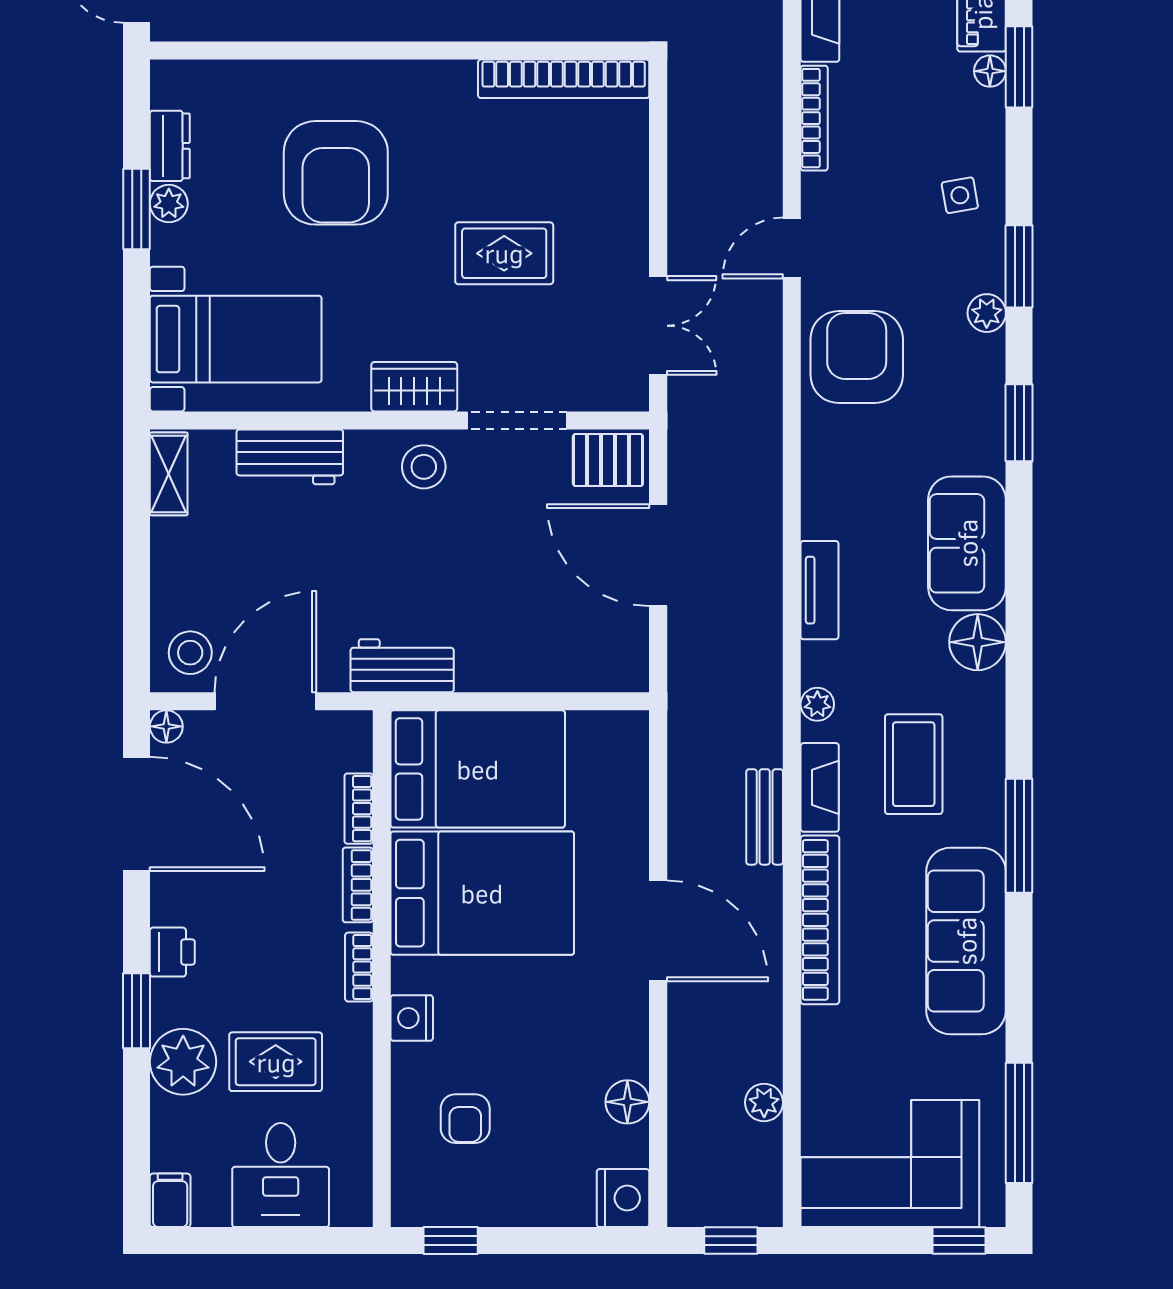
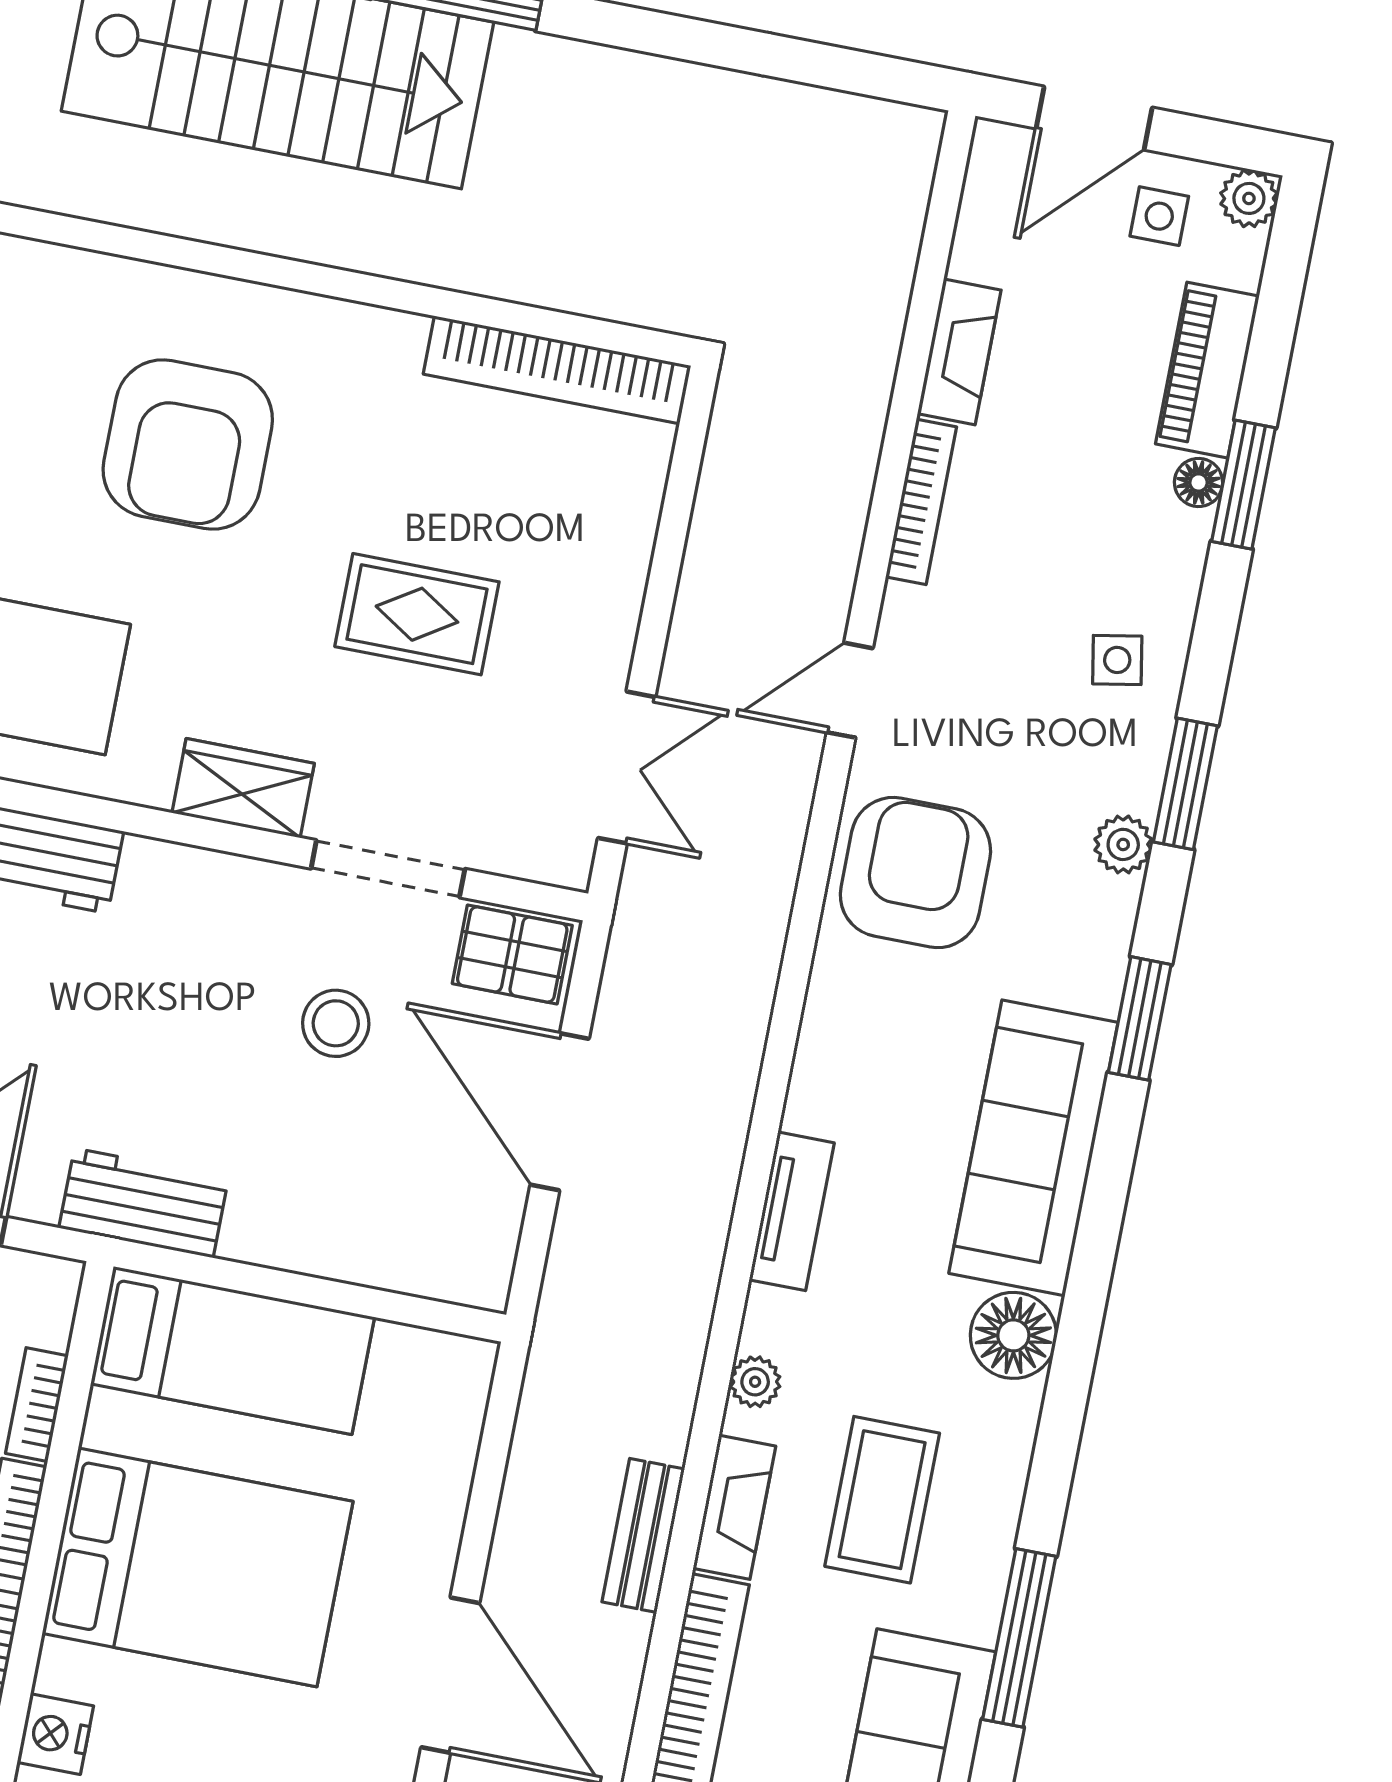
stool: (424, 467) -> (336, 1023), moved
sofa: (967, 543) -> (1033, 1148), width x1.36
bed: (478, 769) -> (233, 1350), width x0.67

